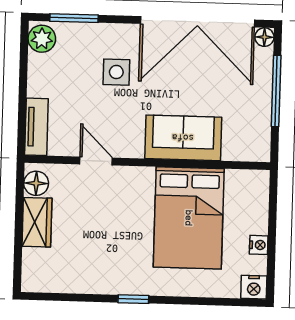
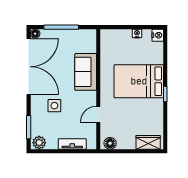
tv unit: (36, 127) -> (72, 144), moved
bed: (189, 218) -> (139, 81), moved, turned 180
wardrobe: (37, 222) -> (148, 142), moved

